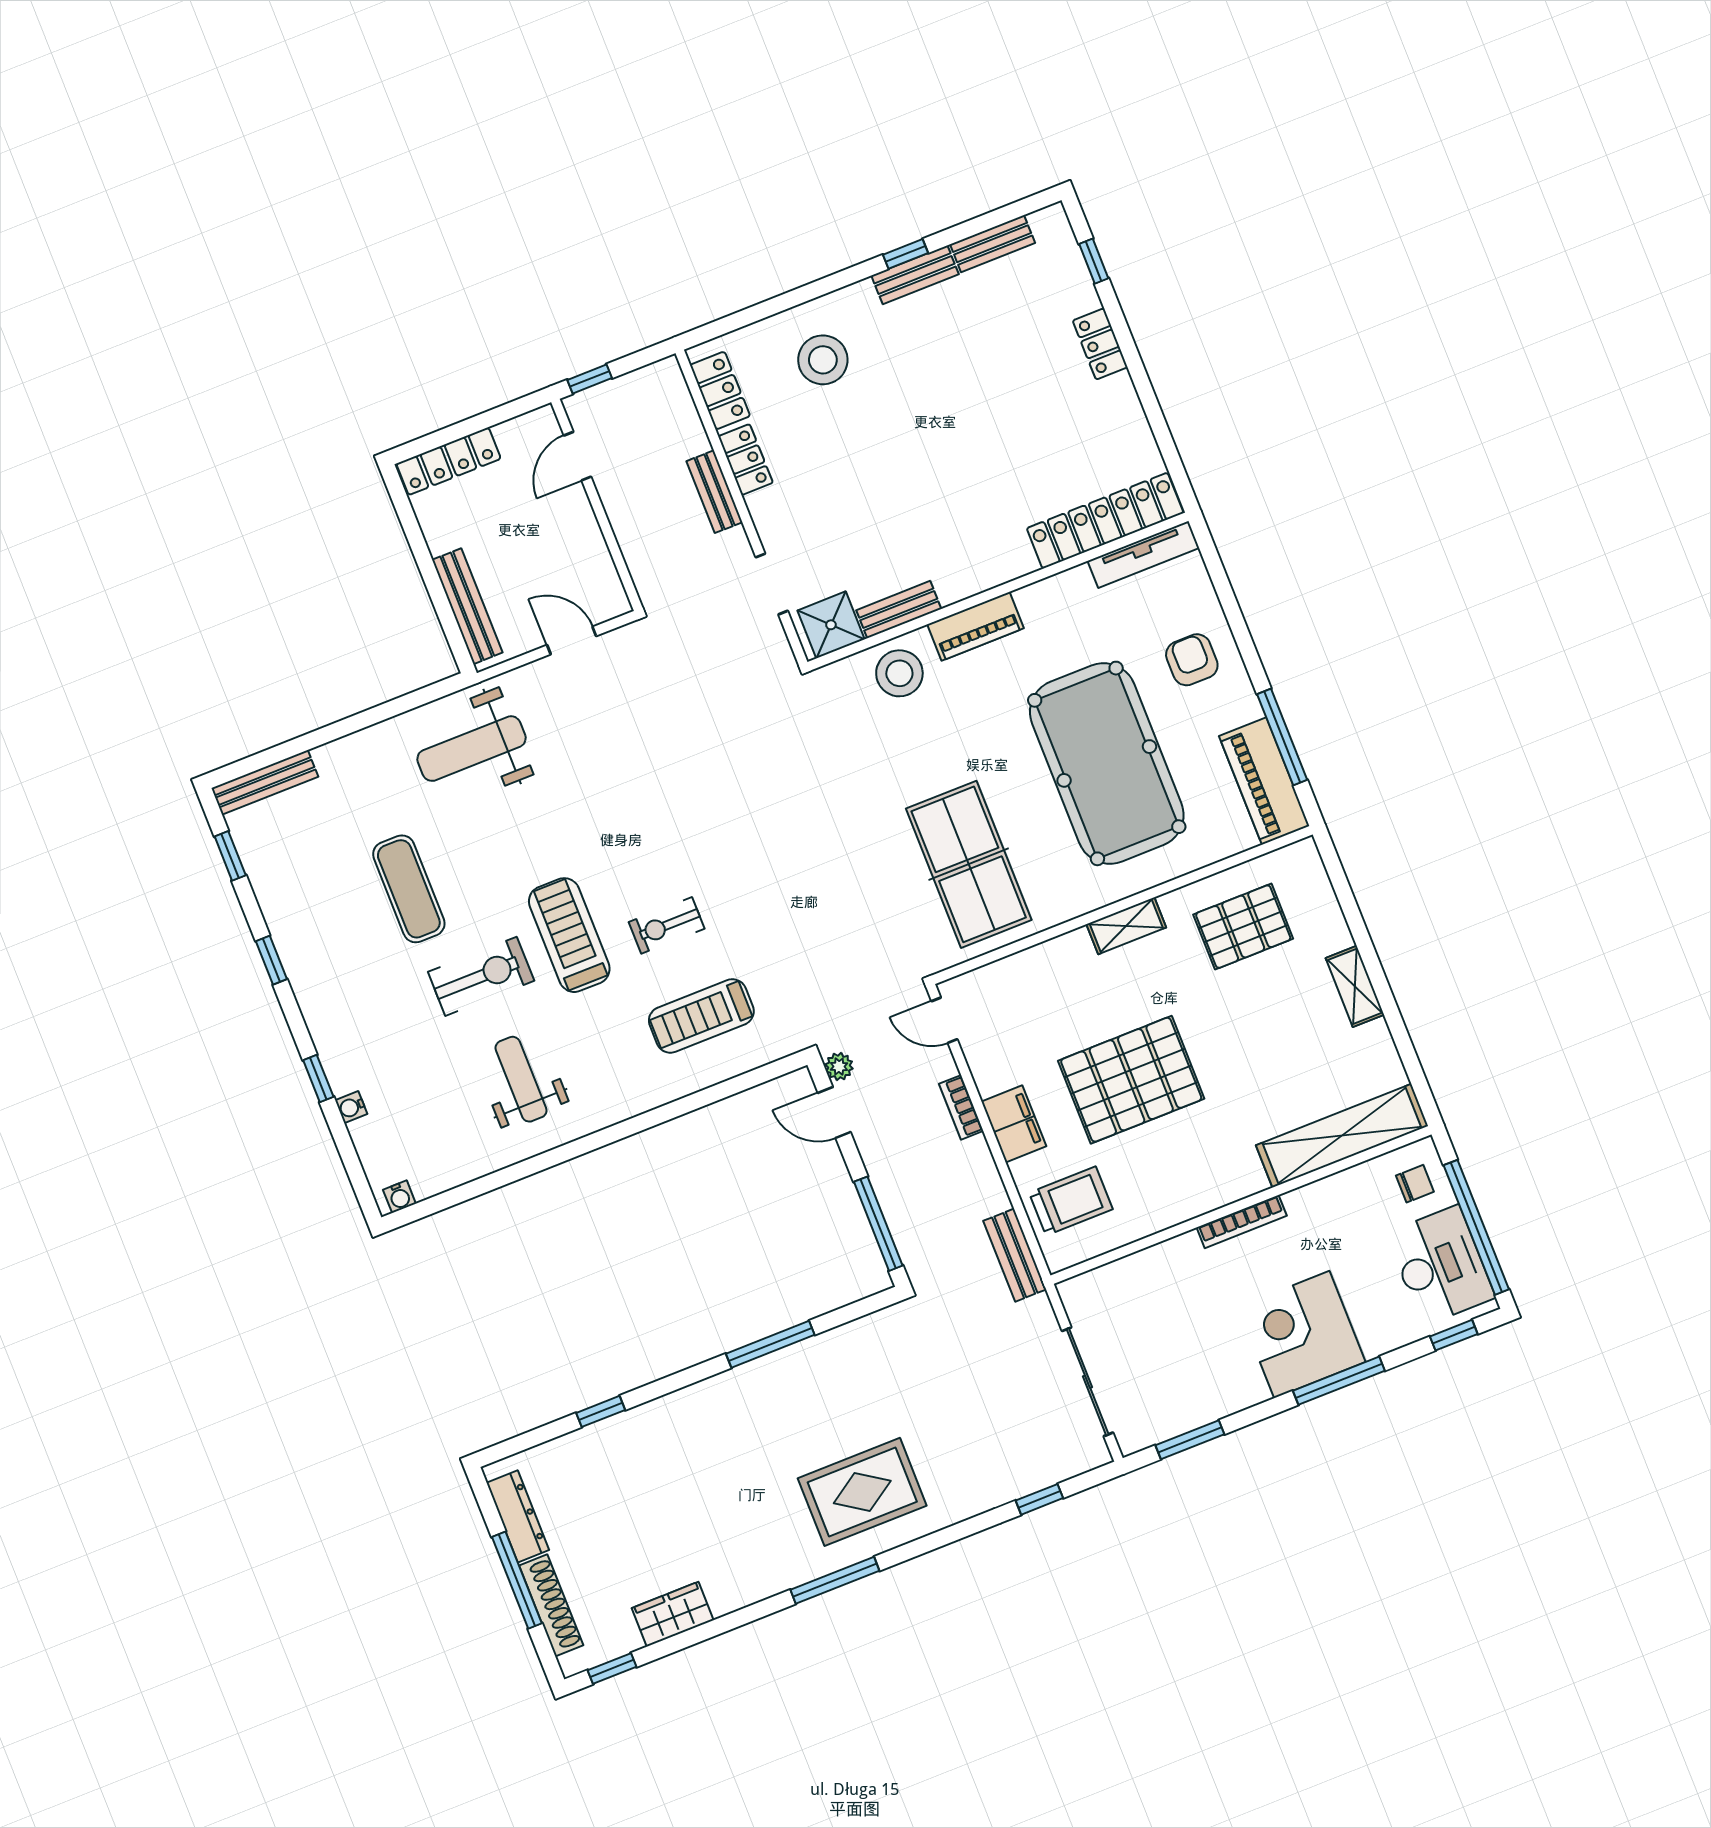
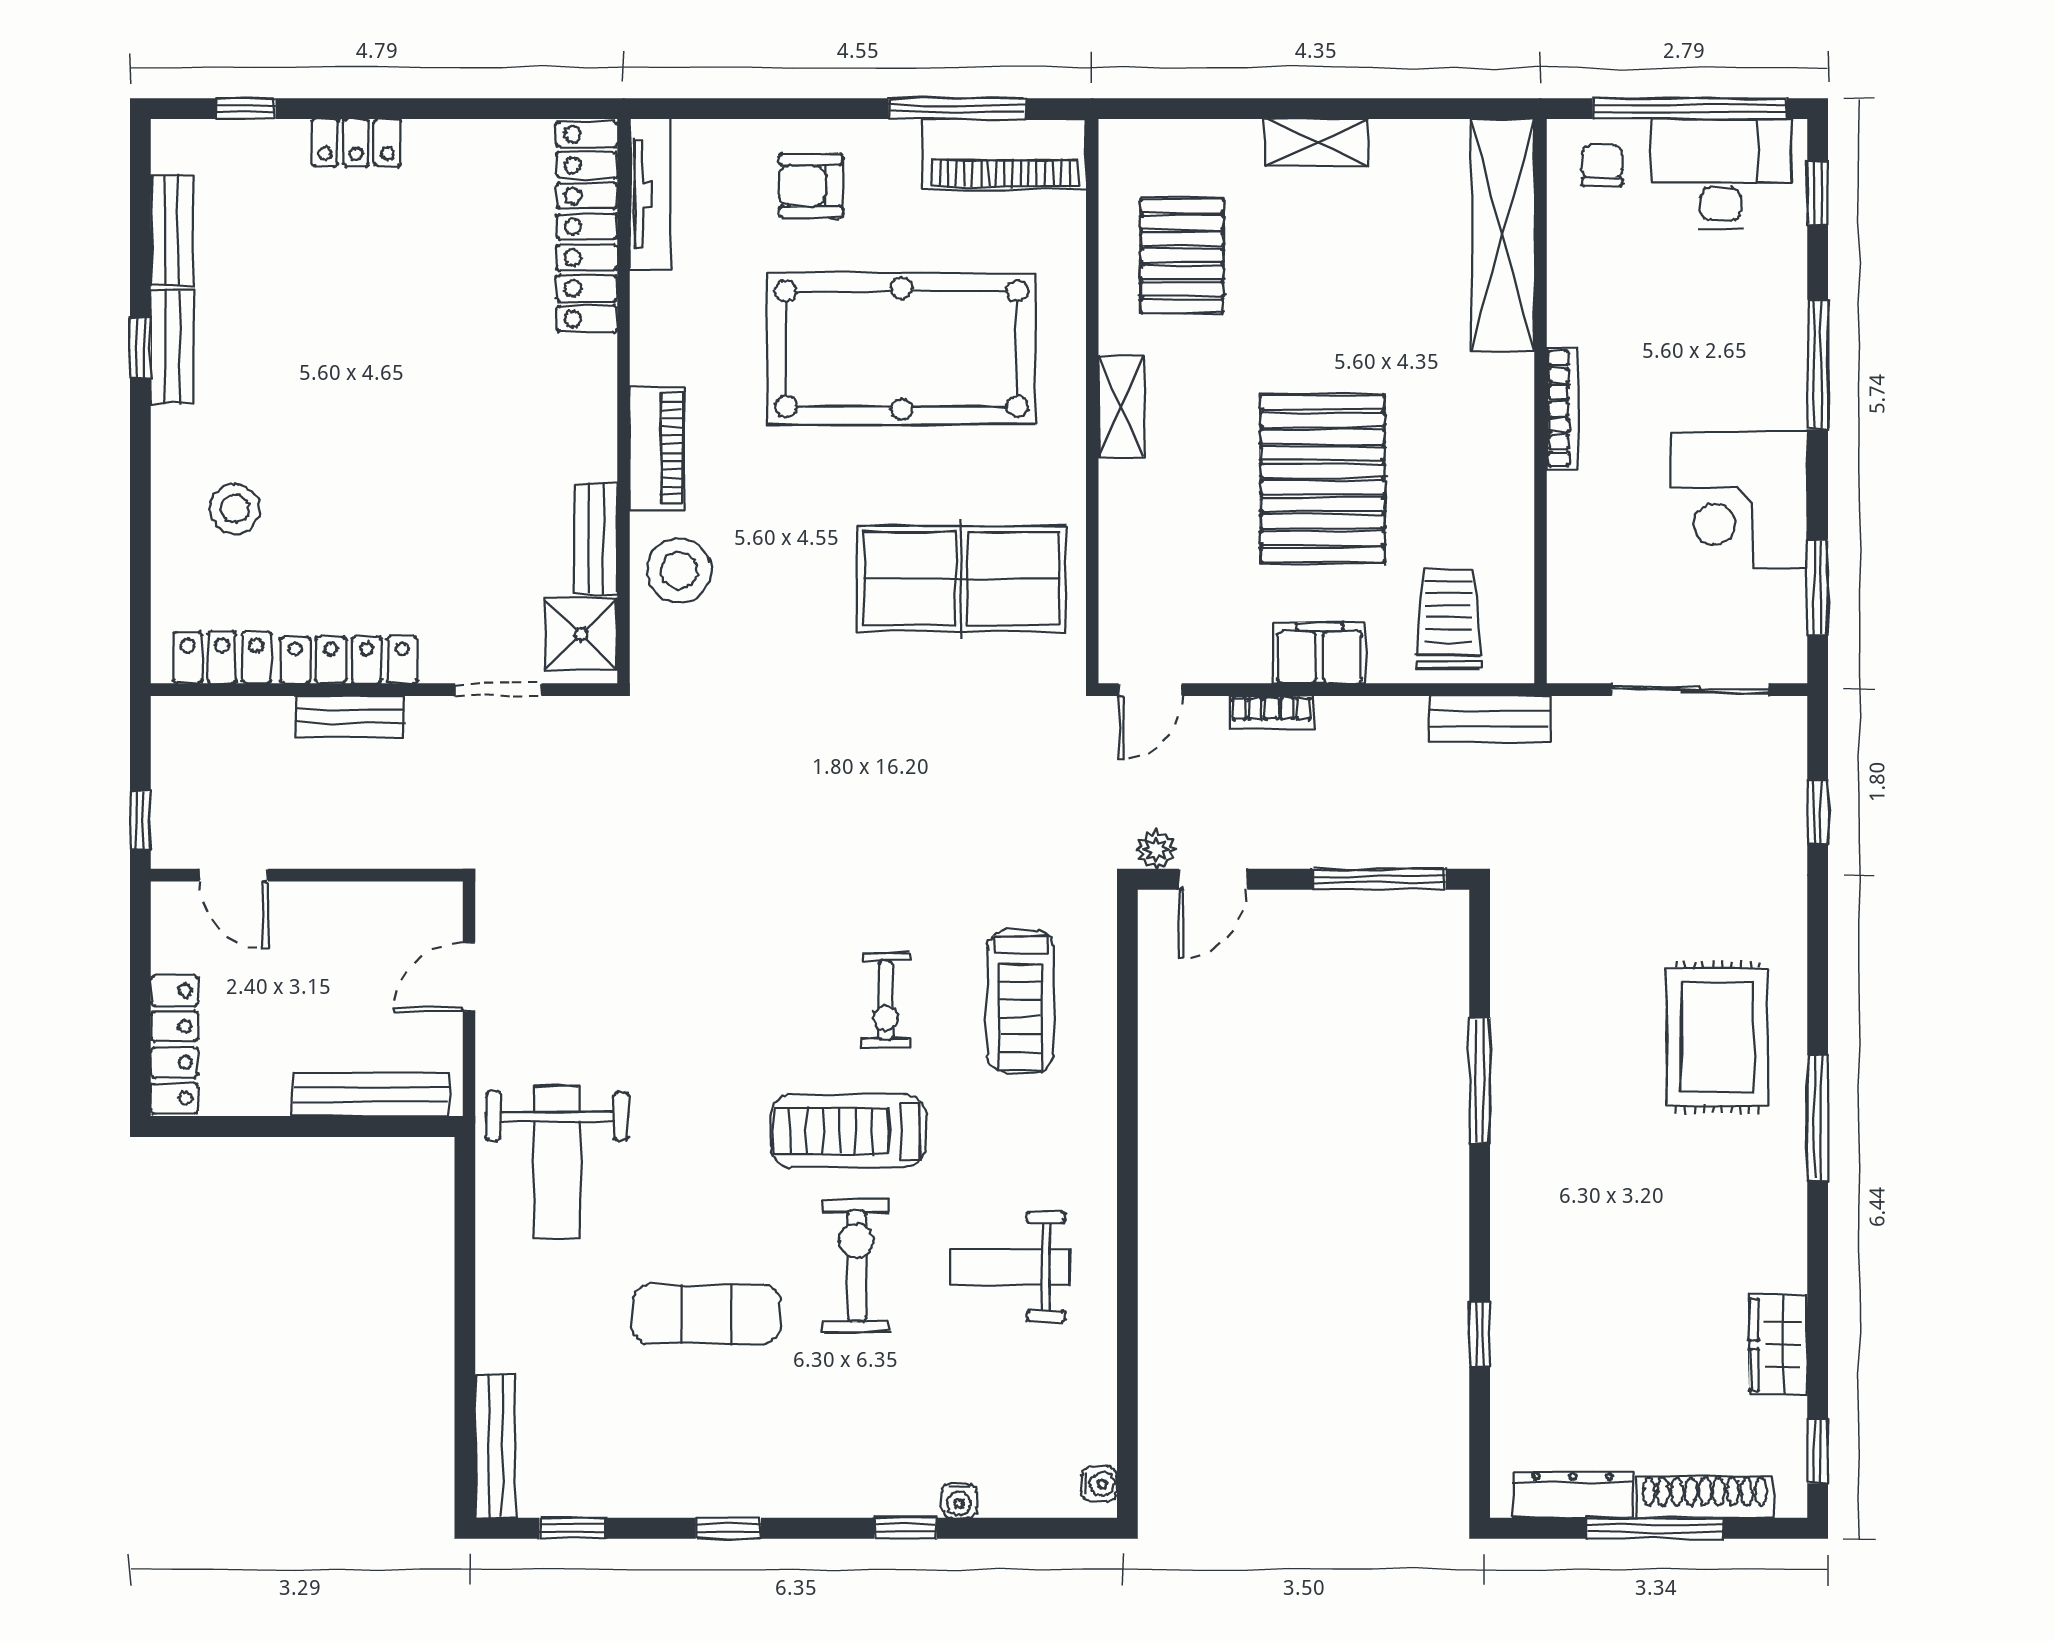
stool: (823, 360) -> (235, 509), width x0.73, depth x0.73
locker: (746, 460) -> (349, 660), width x1.53
corner desk: (1302, 1335) -> (1739, 500), moved

